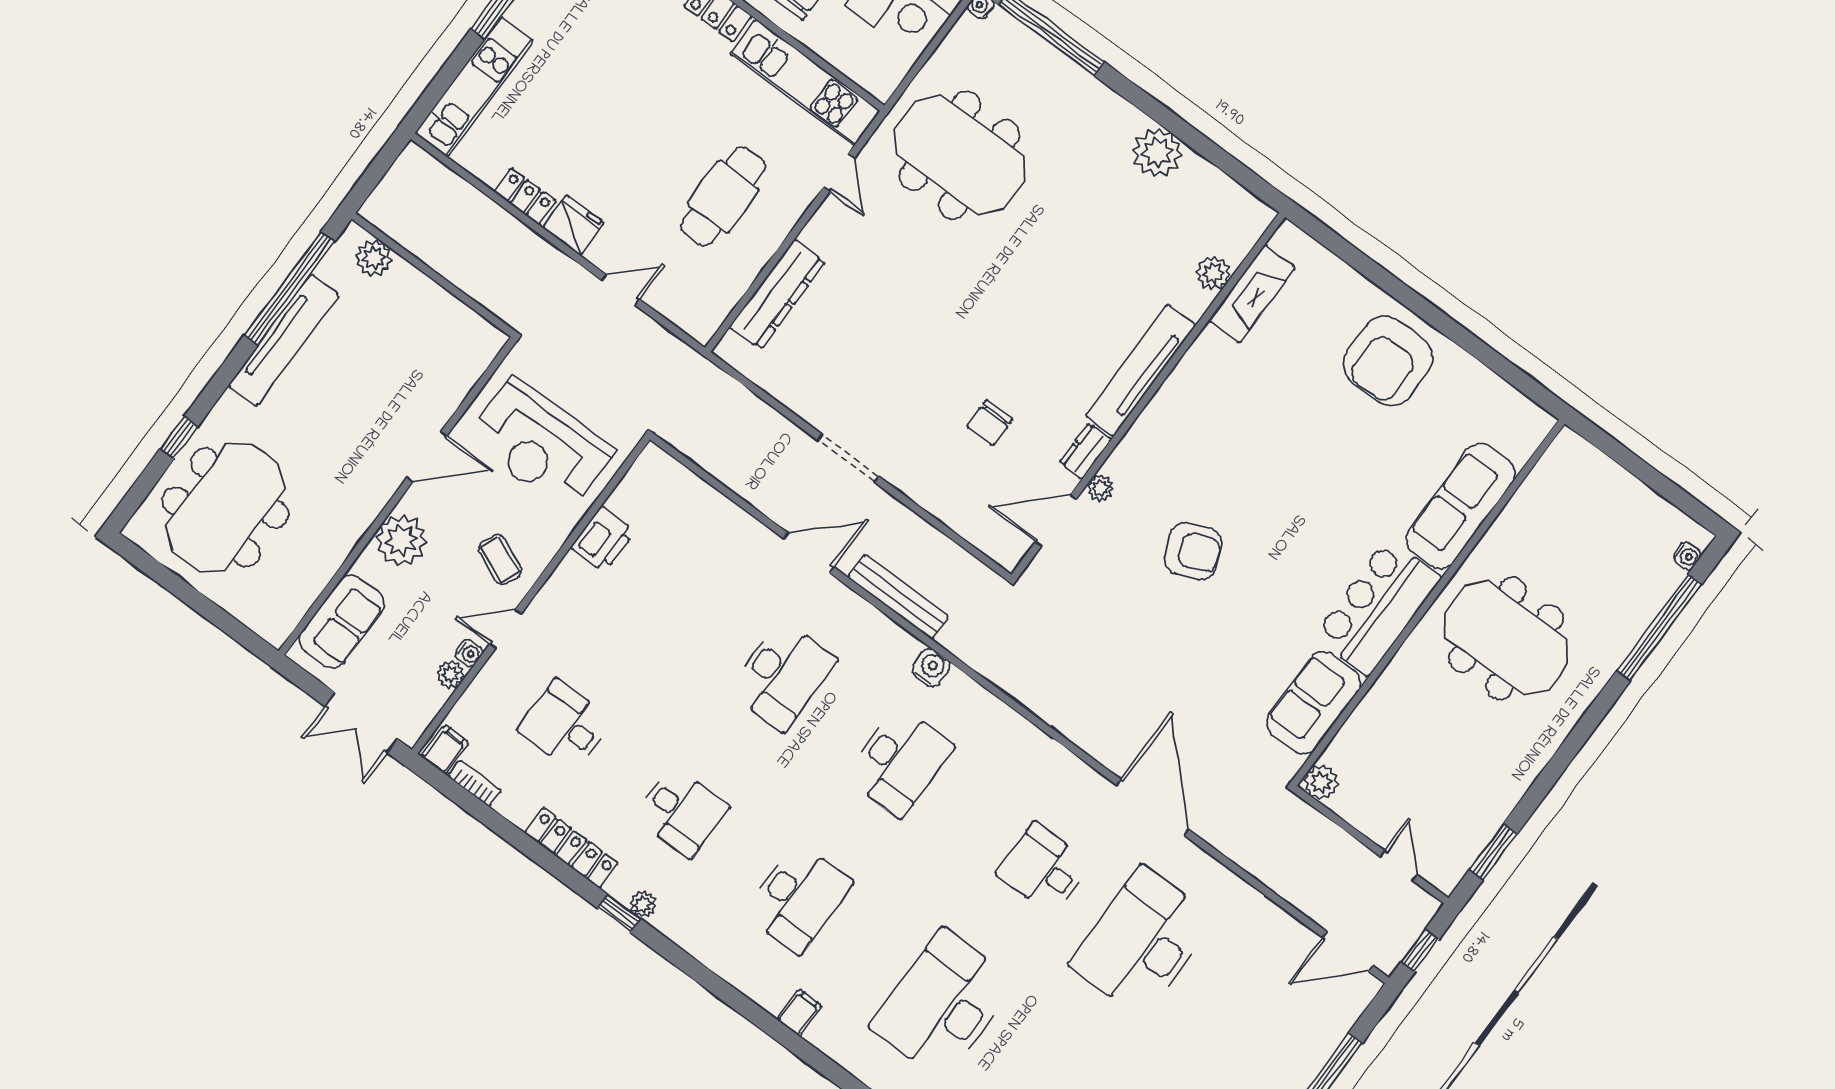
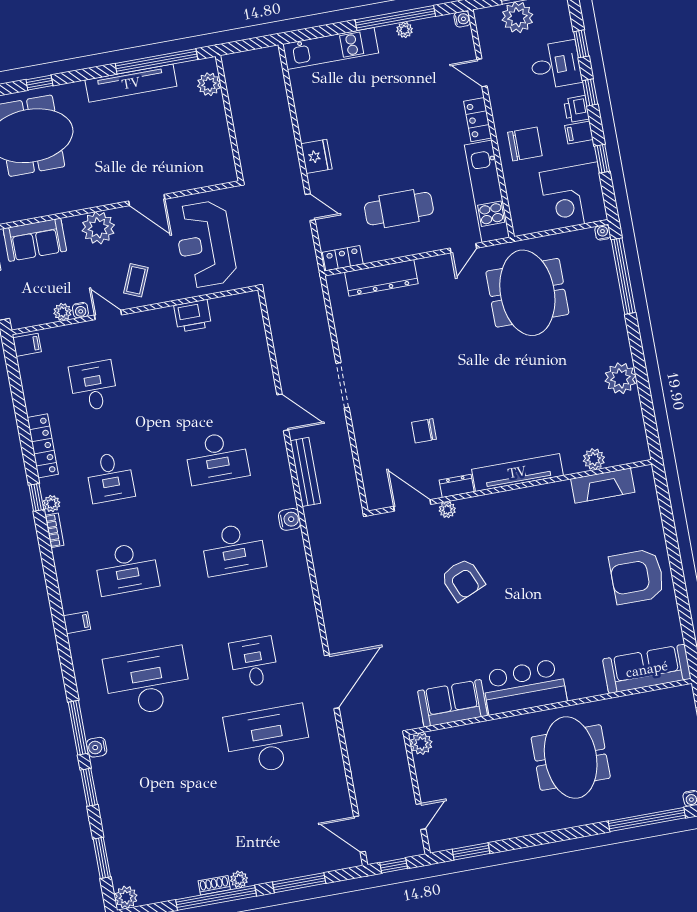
locker: (525, 196) -> (343, 258), moved, turned -90
sofa: (1461, 506) -> (647, 669), moved
bookcase: (475, 783) -> (54, 530), moved

